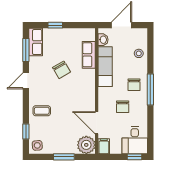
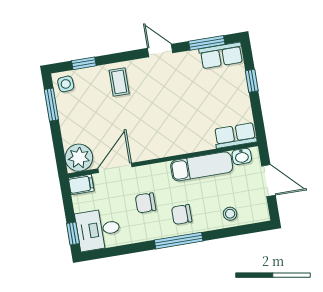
row of seats: (89, 55) -> (235, 135), moved
chair: (62, 70) -> (186, 101), removed
window: (64, 157) -> (51, 105), moved

